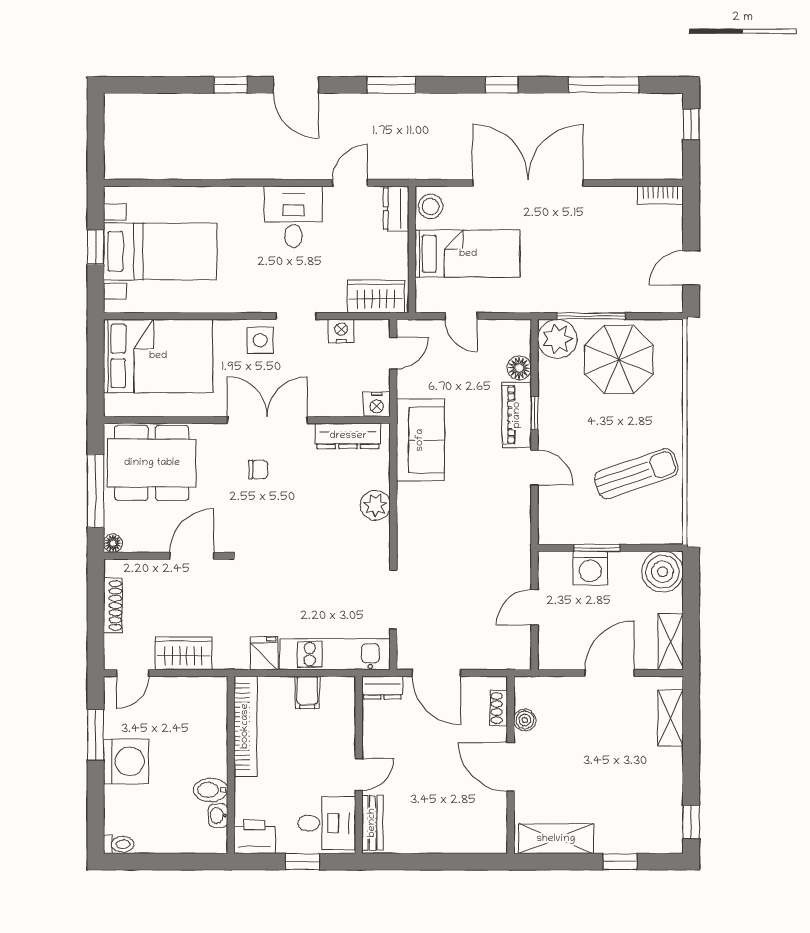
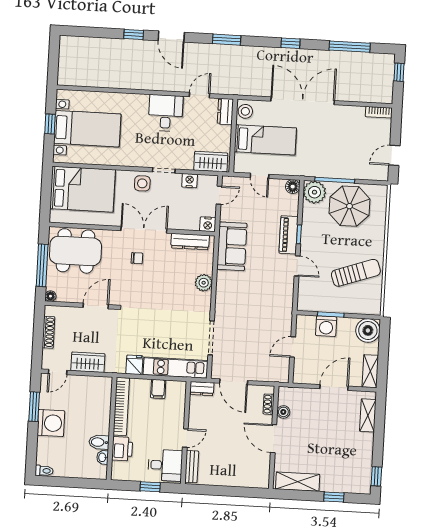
floor lamp: (519, 368) -> (293, 187), moved
printer: (255, 837) -> (122, 449), moved, turned 90

